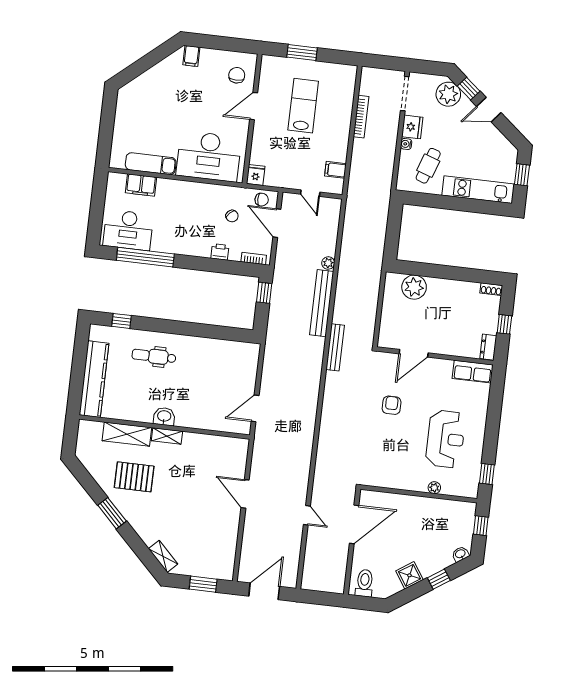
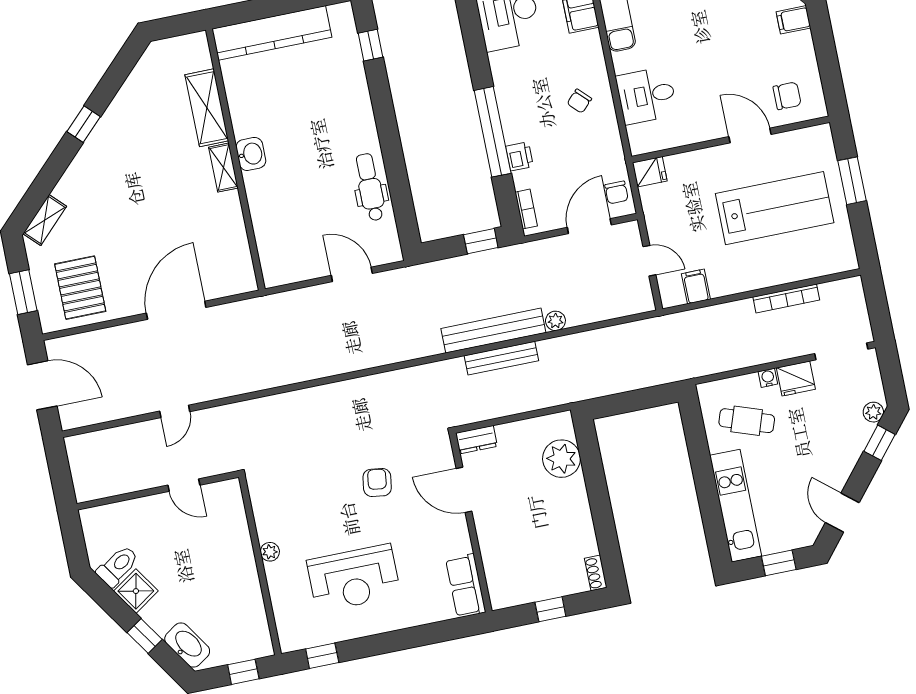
plant: (448, 94) -> (873, 412), width x0.53, depth x0.53
lab bench: (303, 106) -> (775, 208), width x1.36, depth x1.39
door: (489, 110) -> (842, 513), moved
desk: (209, 156) -> (647, 95), width x0.53, depth x0.77
door: (310, 193) -> (649, 261), swing flipped
chair: (232, 216) -> (579, 101), moved
window: (145, 257) -> (493, 132), moved
bench: (335, 347) -> (501, 358), moved
dresser: (488, 347) -> (476, 440), moved, turned 180
dental chair: (154, 356) -> (370, 187), moved
armchair: (392, 405) -> (377, 483), turned -82
door: (255, 408) -> (352, 274), moved
pallet: (134, 477) -> (80, 288), moved
plant: (434, 488) -> (270, 552), moved
door: (245, 494) -> (176, 310), width x1.36
window: (112, 513) -> (84, 124), width x0.67
door: (354, 524) -> (184, 485), width x0.53
washbasin: (460, 554) -> (187, 645), width x1.91, depth x1.45
toilet: (364, 583) -> (118, 566), moved, turned -34

